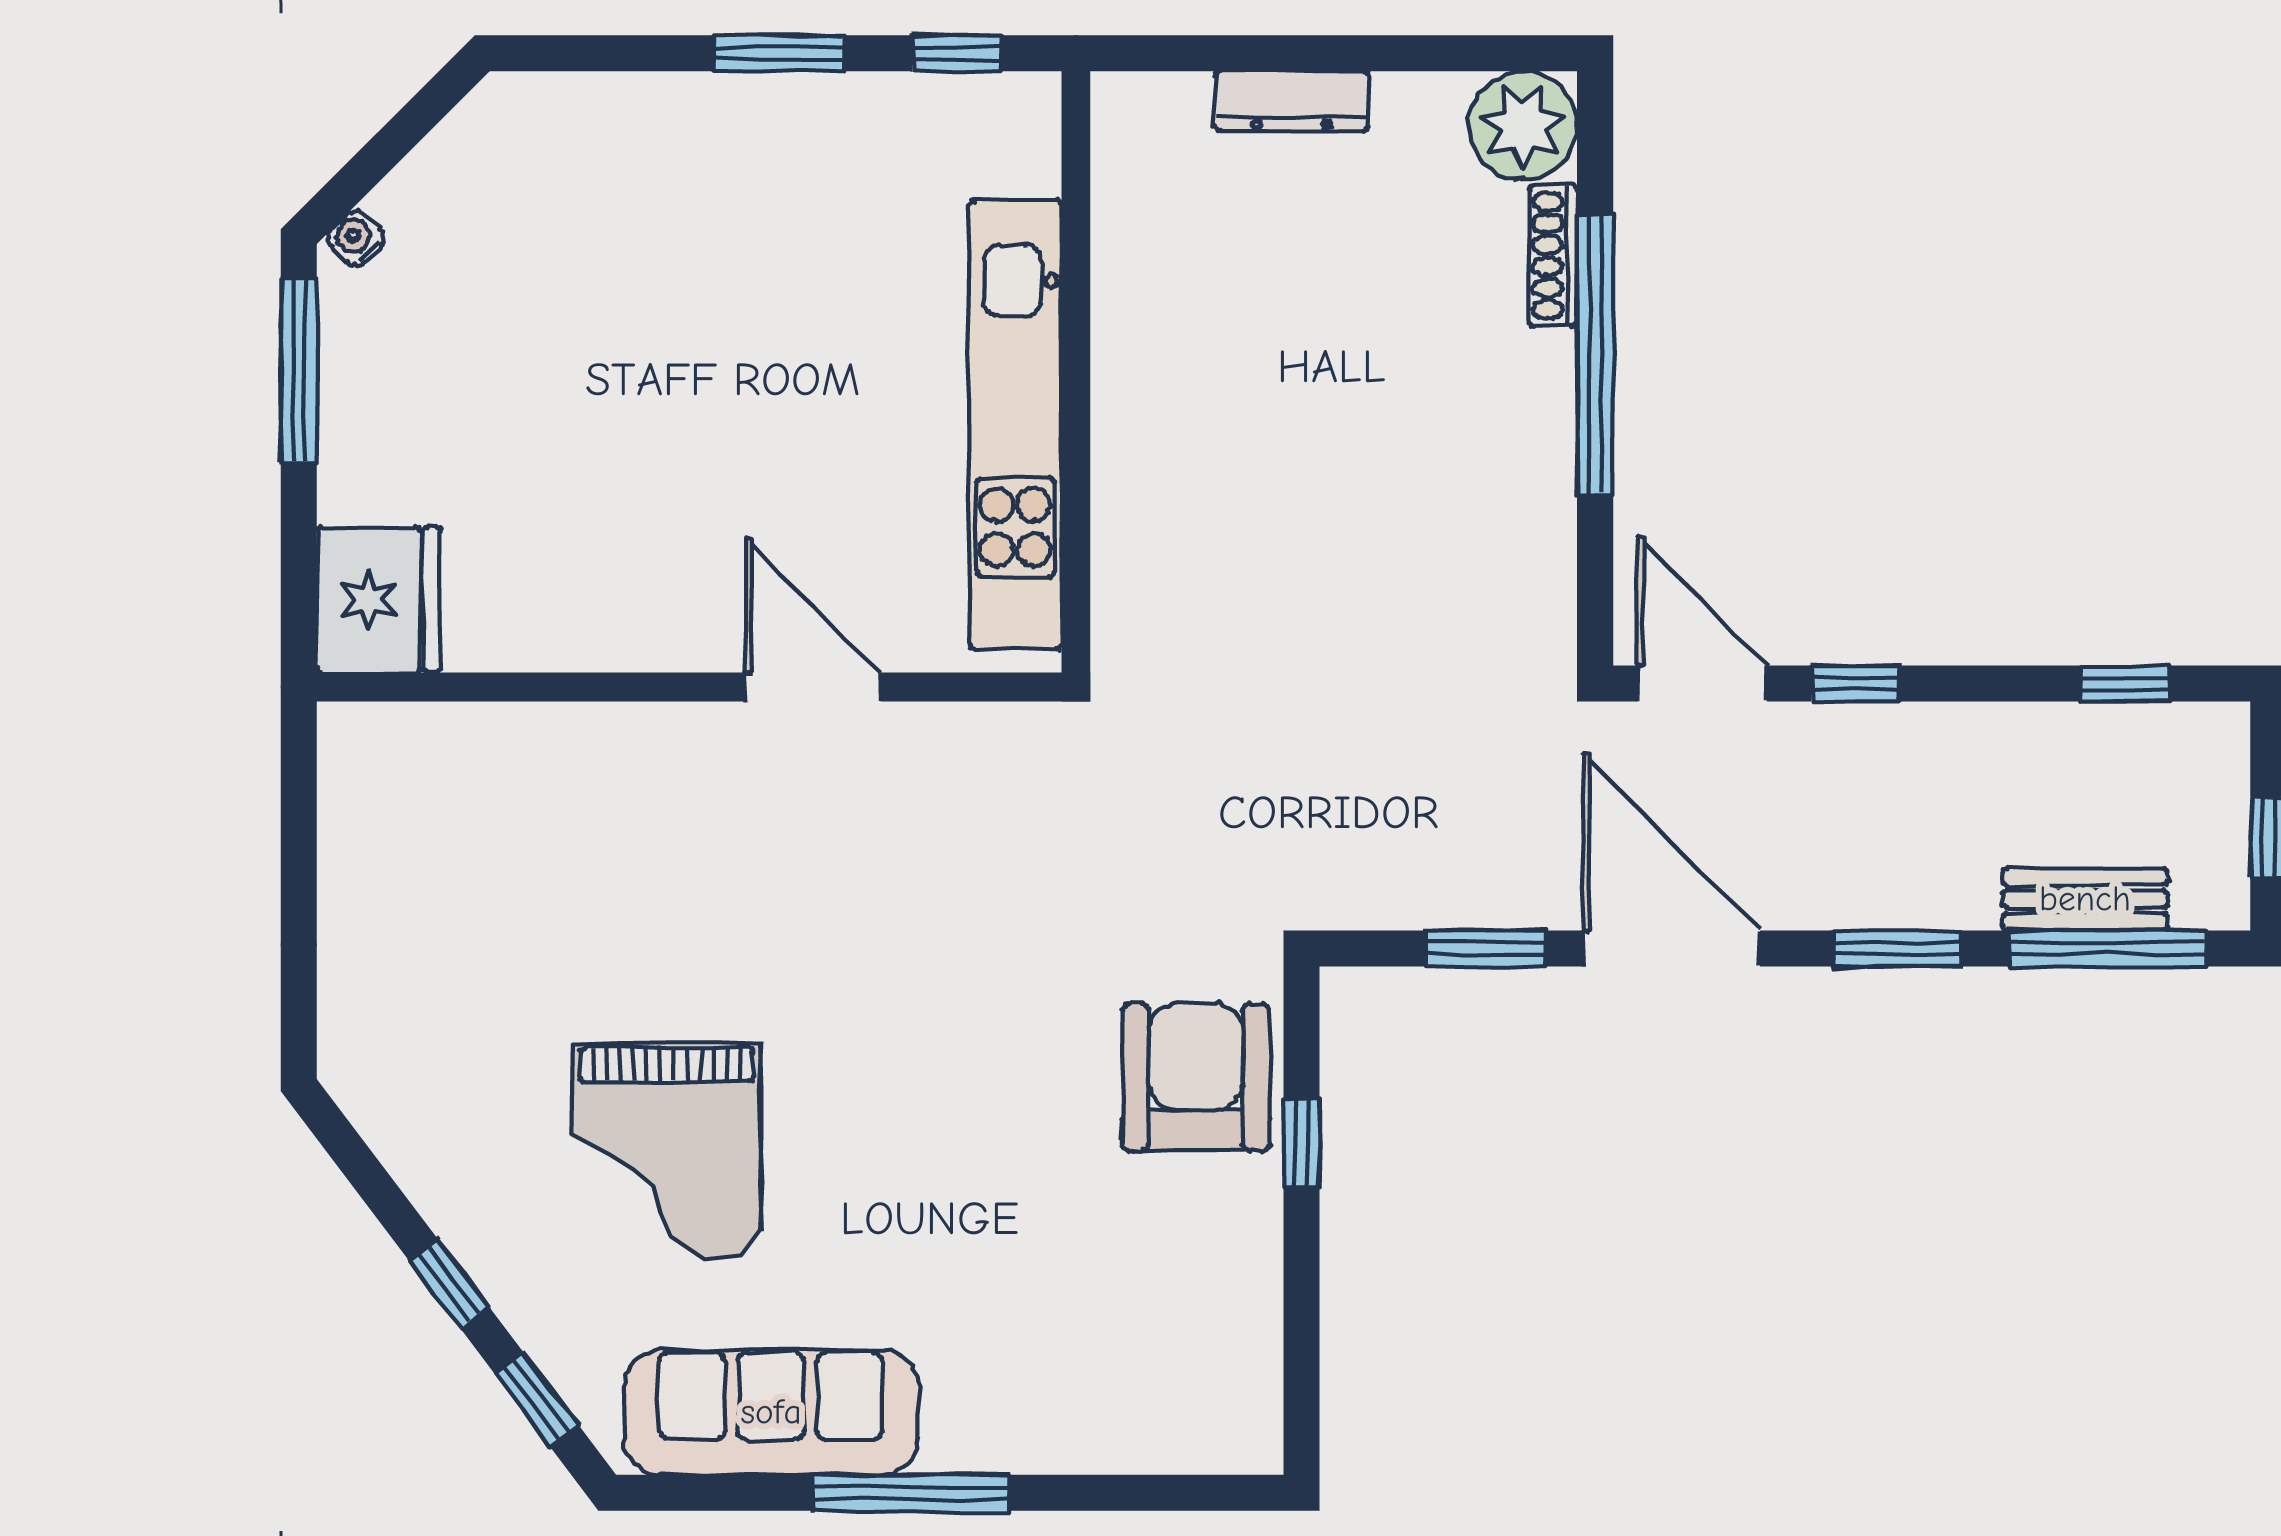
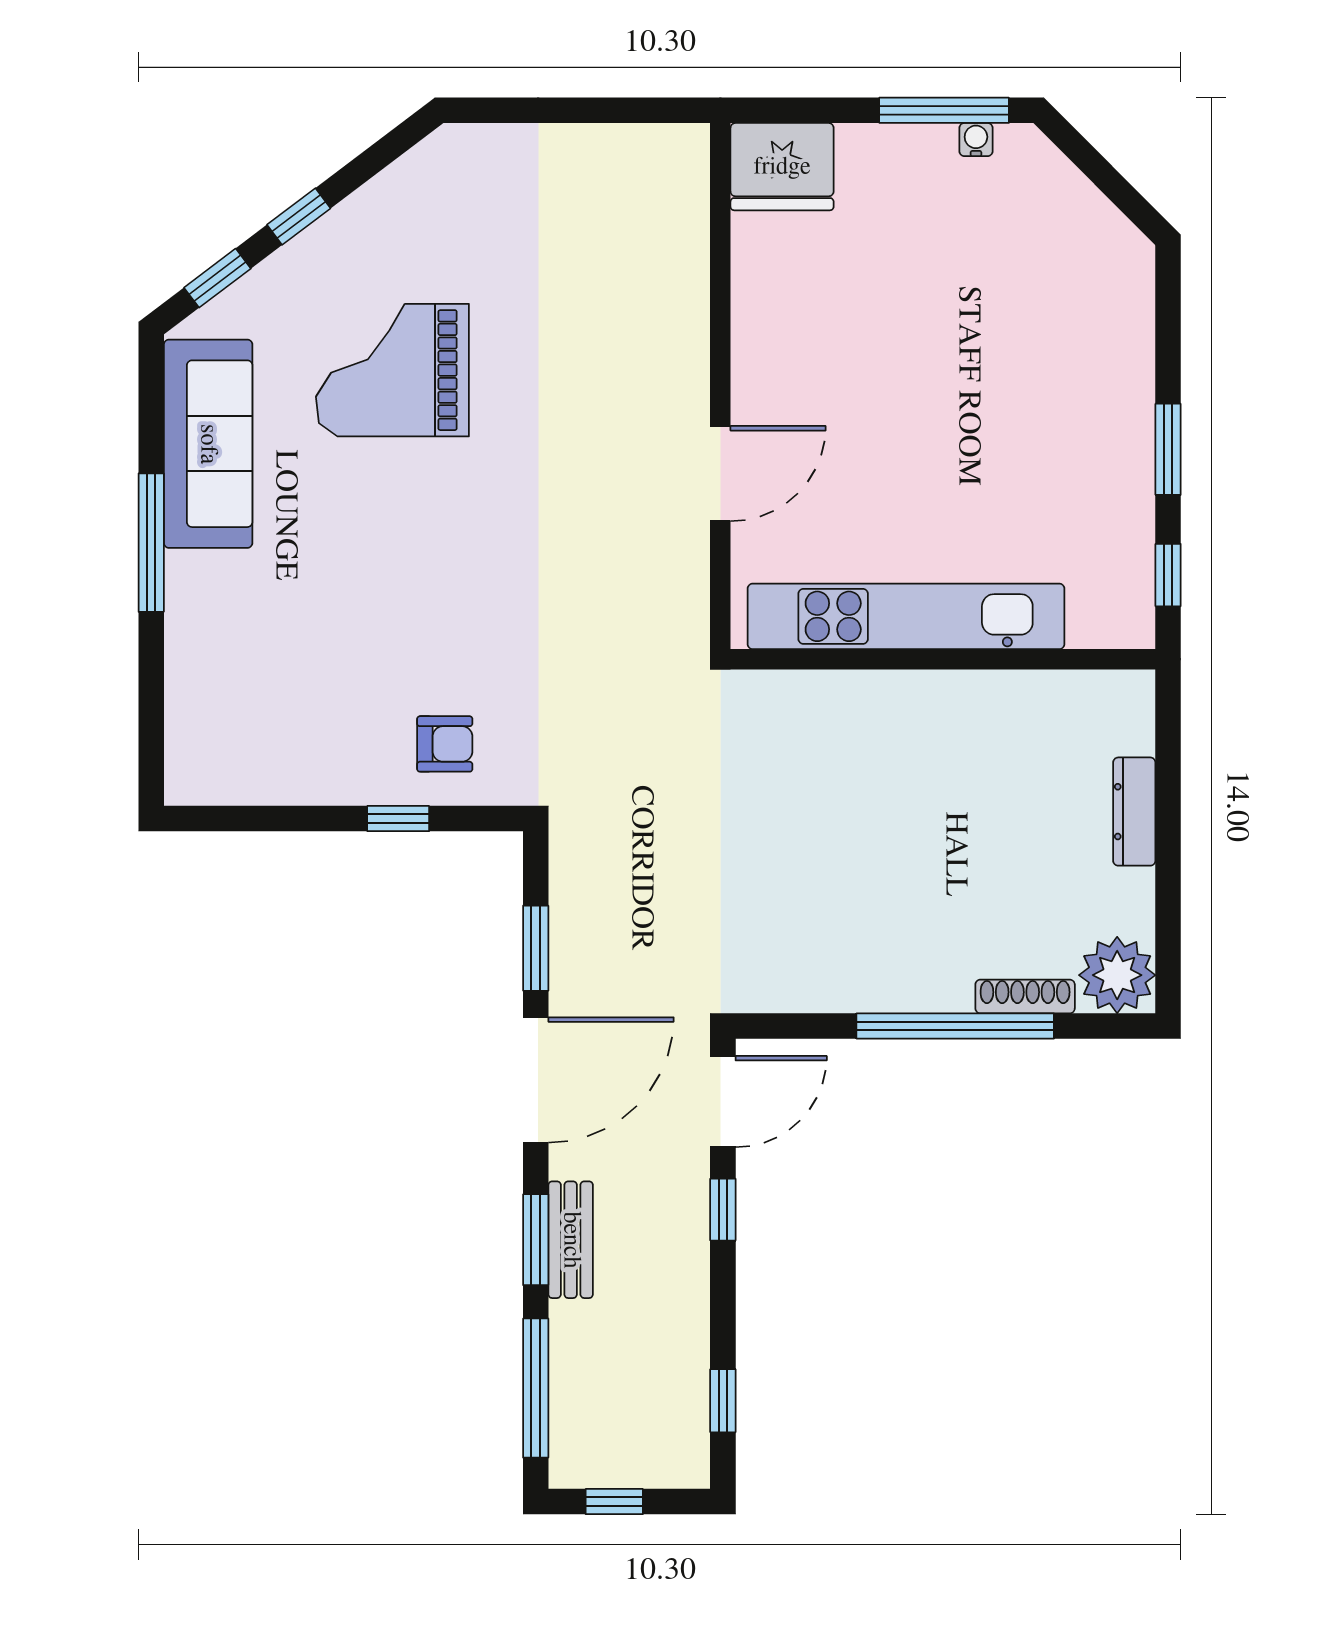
water cooler: (356, 238) -> (976, 140), moved, turned -45
bench: (2085, 899) -> (571, 1240), moved
armchair: (1196, 1077) -> (445, 744), width x0.53, depth x0.53

